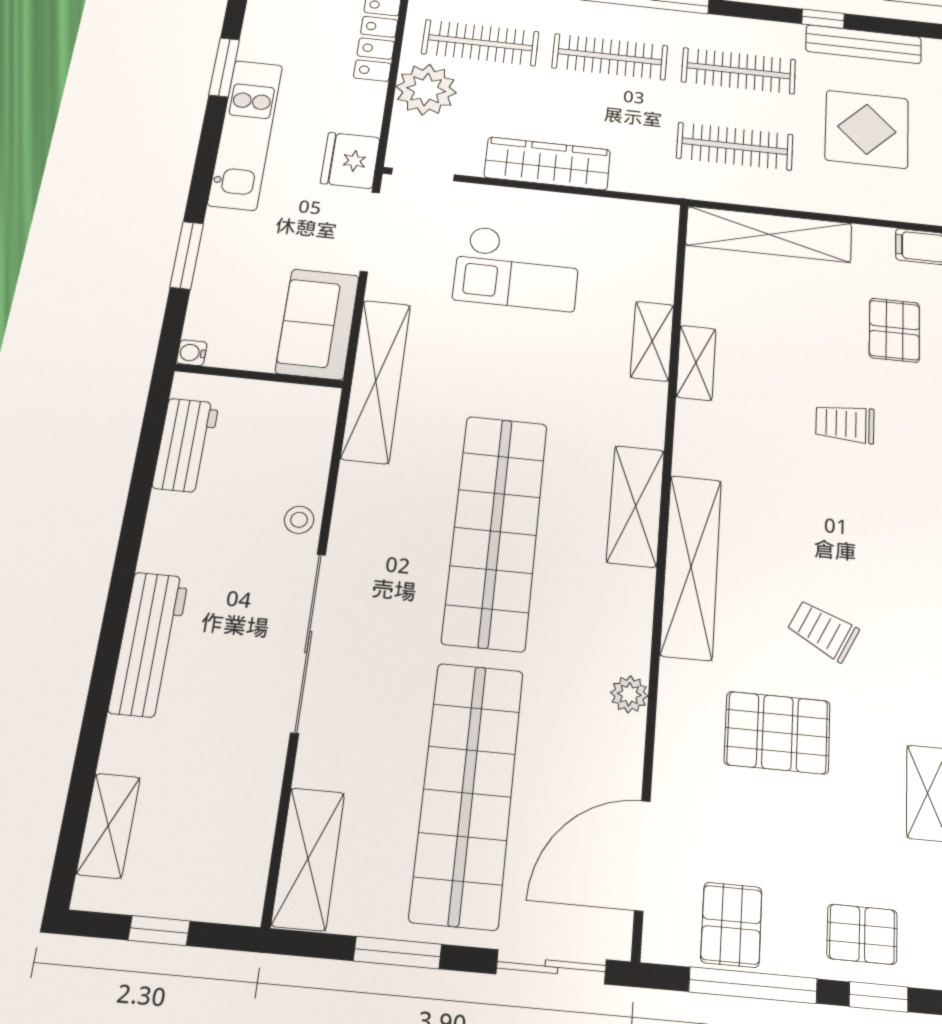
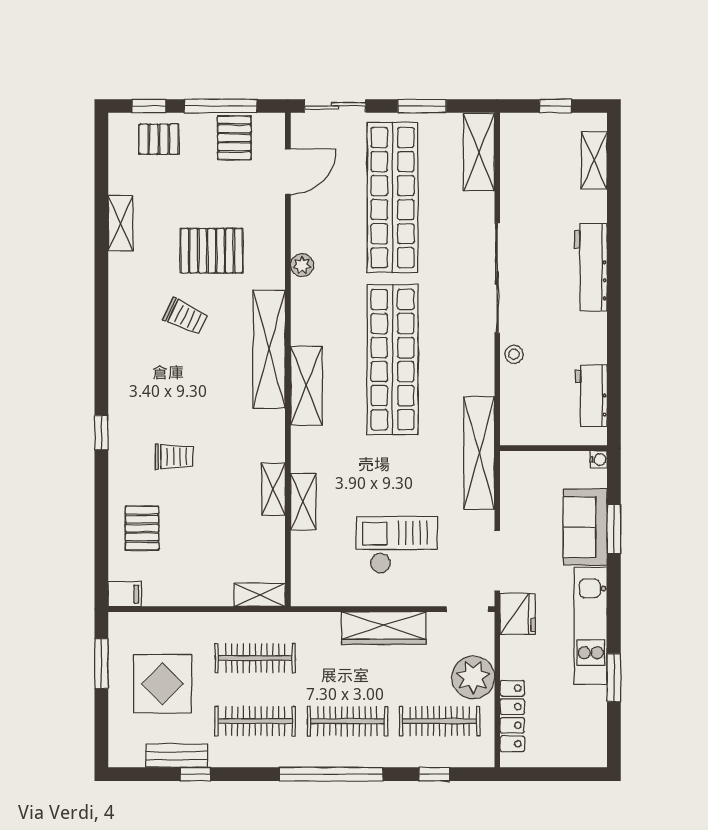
bench: (864, 44) -> (177, 756), width x0.73
shelving: (769, 234) -> (260, 595), width x0.45, depth x0.75
sofa: (317, 324) -> (585, 527), moved, turned 180
door: (642, 855) -> (288, 172), width x0.73

